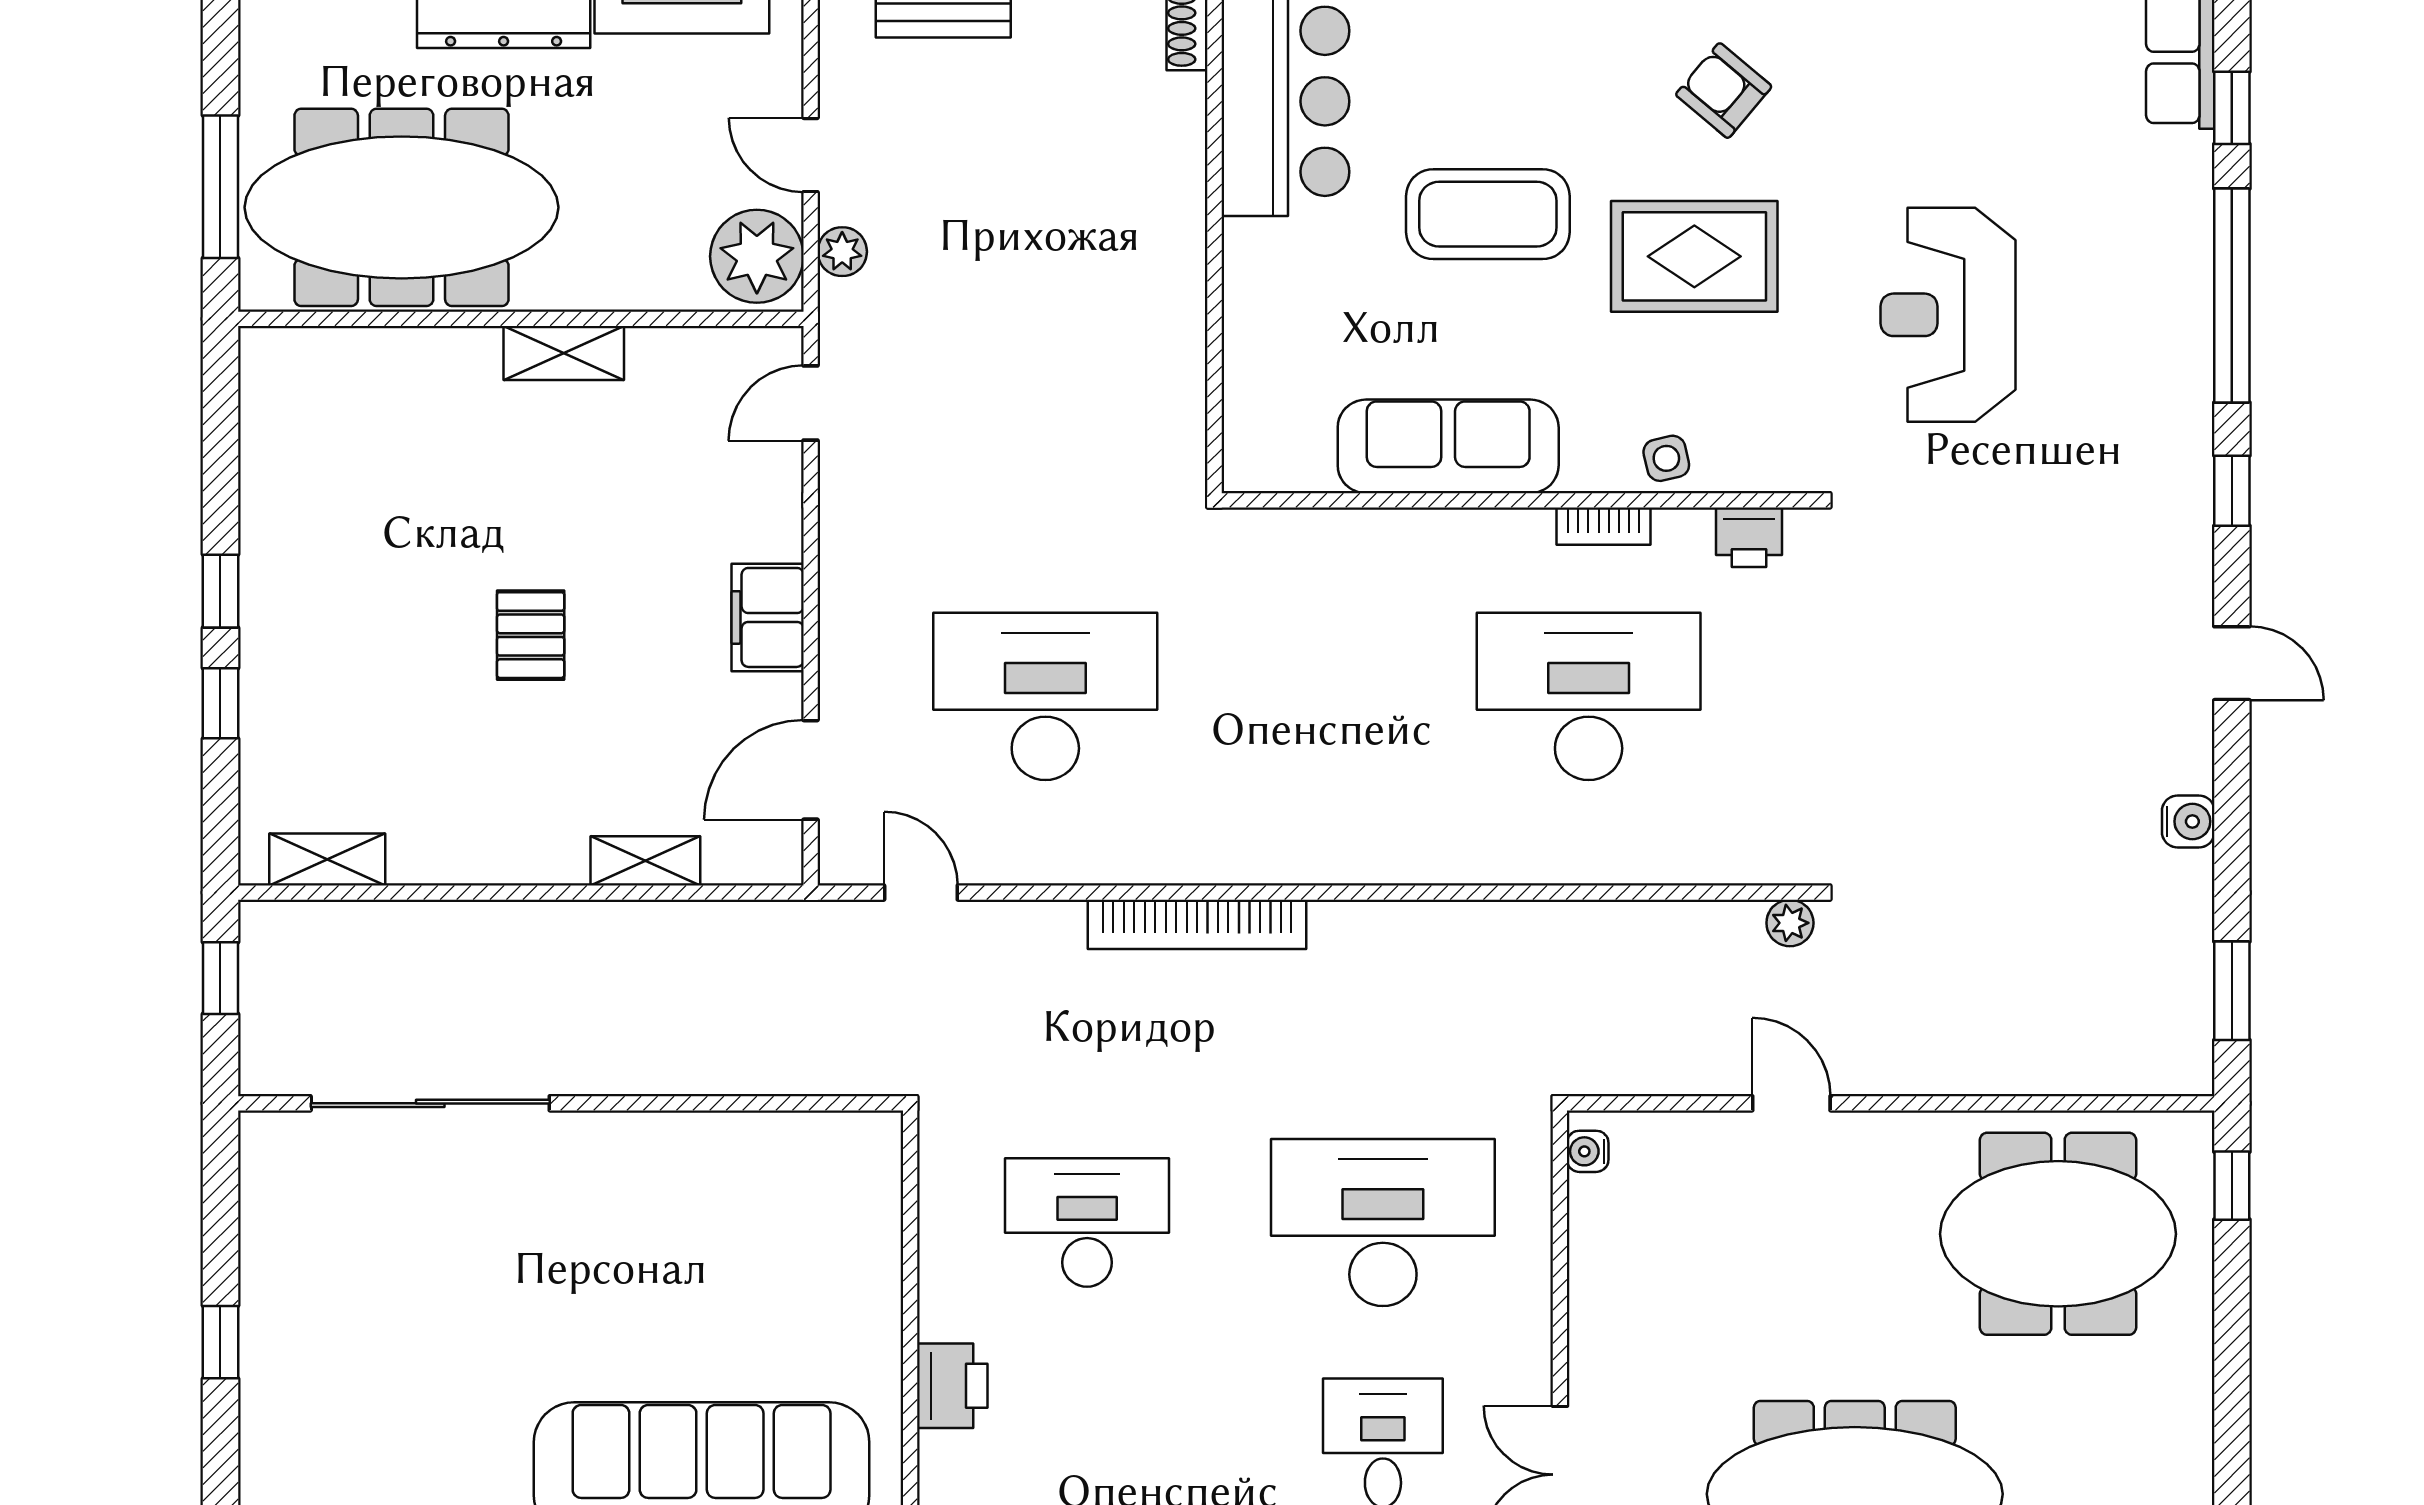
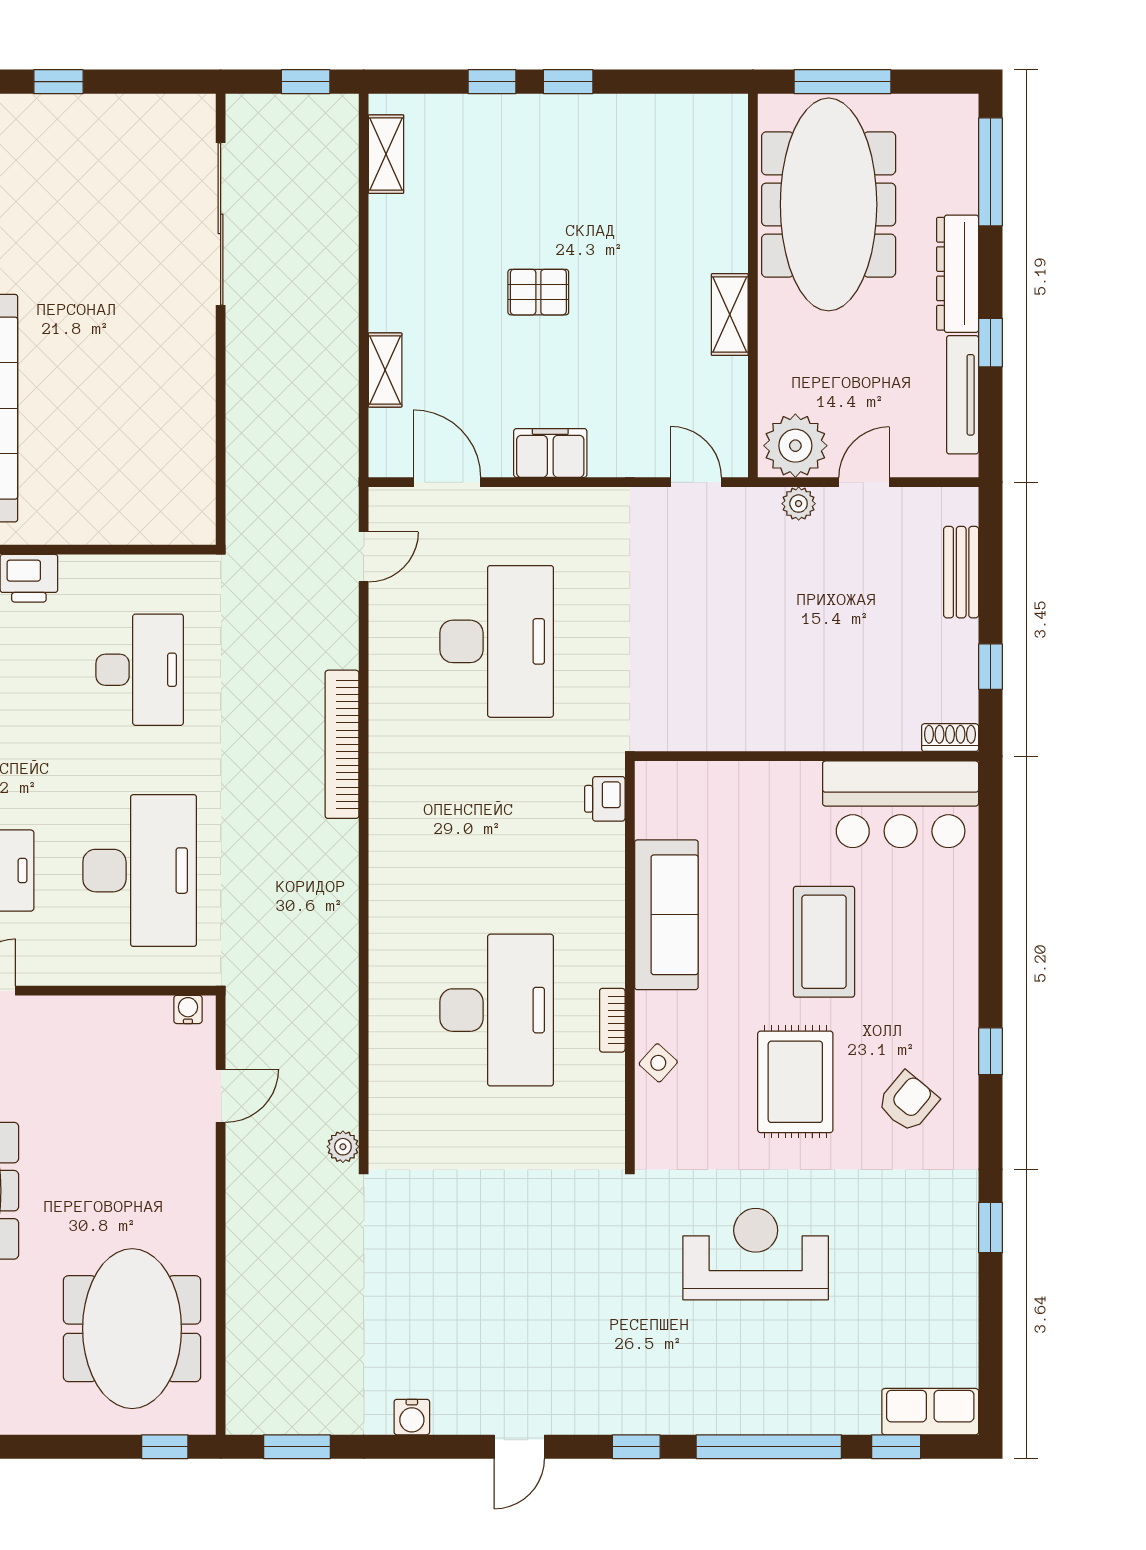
side table: (1666, 458) -> (658, 1063), turned -35
printer: (1749, 537) -> (605, 799), moved
door: (1791, 1103) -> (221, 1096), moved

